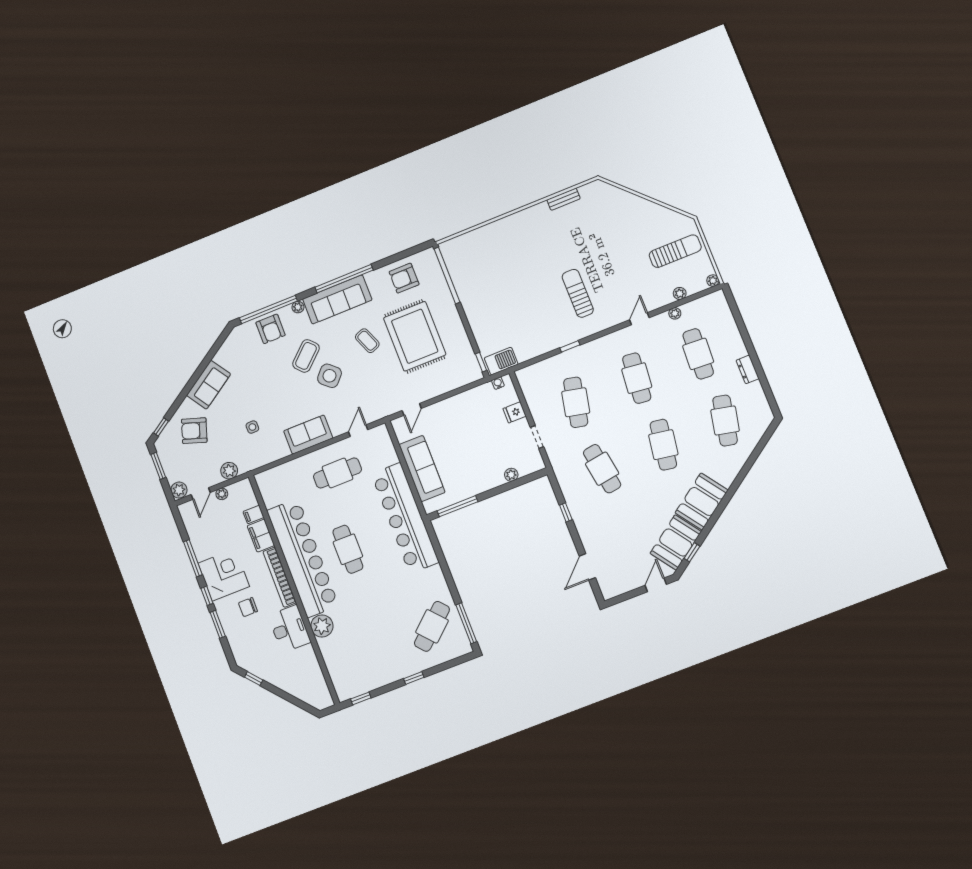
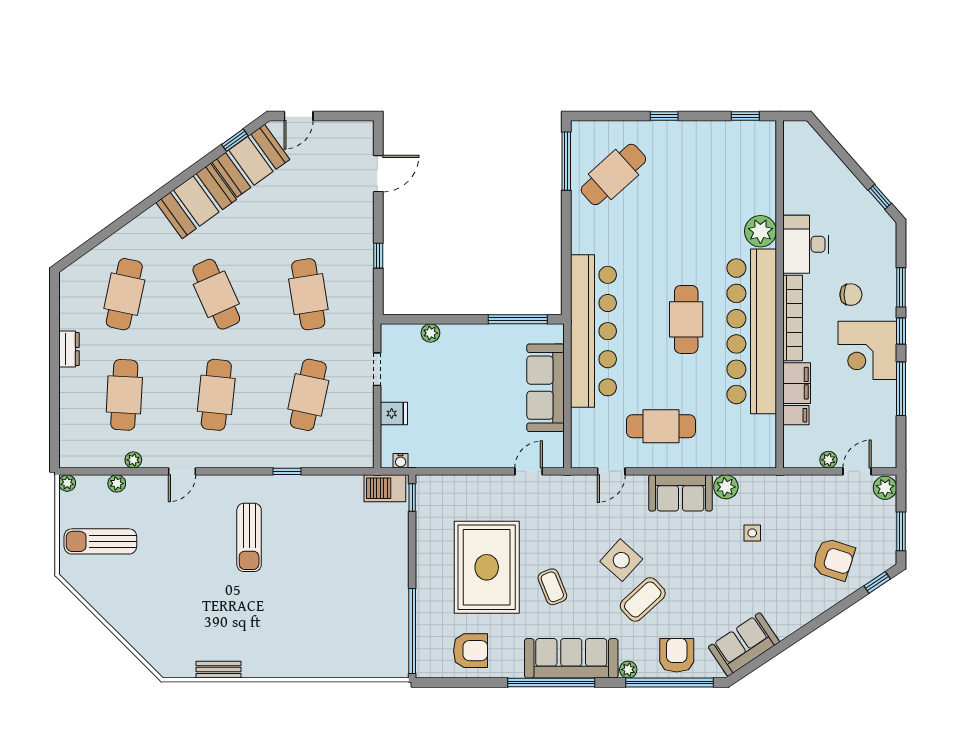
sofa: (209, 385) -> (744, 644), moved
cafe table: (663, 445) -> (216, 294), turned -33
plant: (229, 471) -> (726, 487), moved

